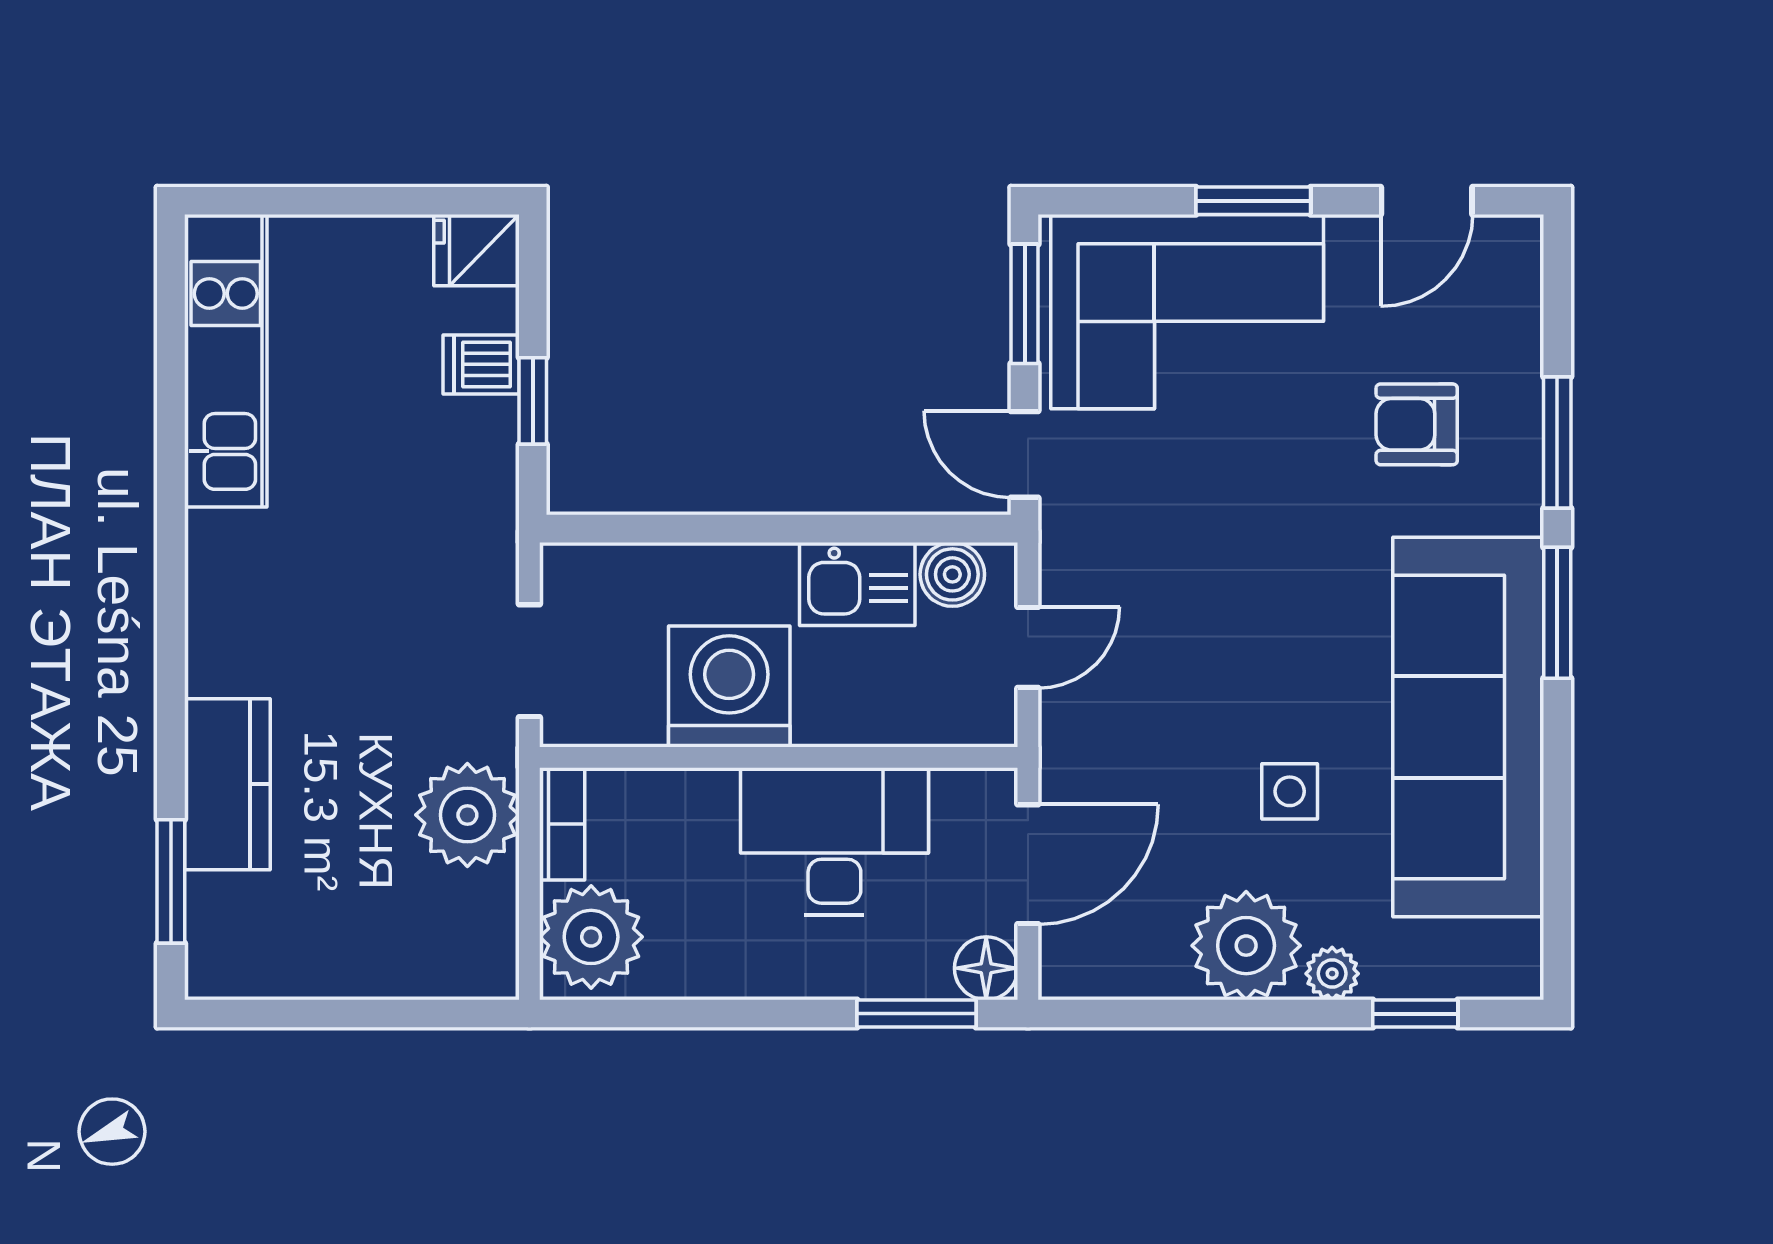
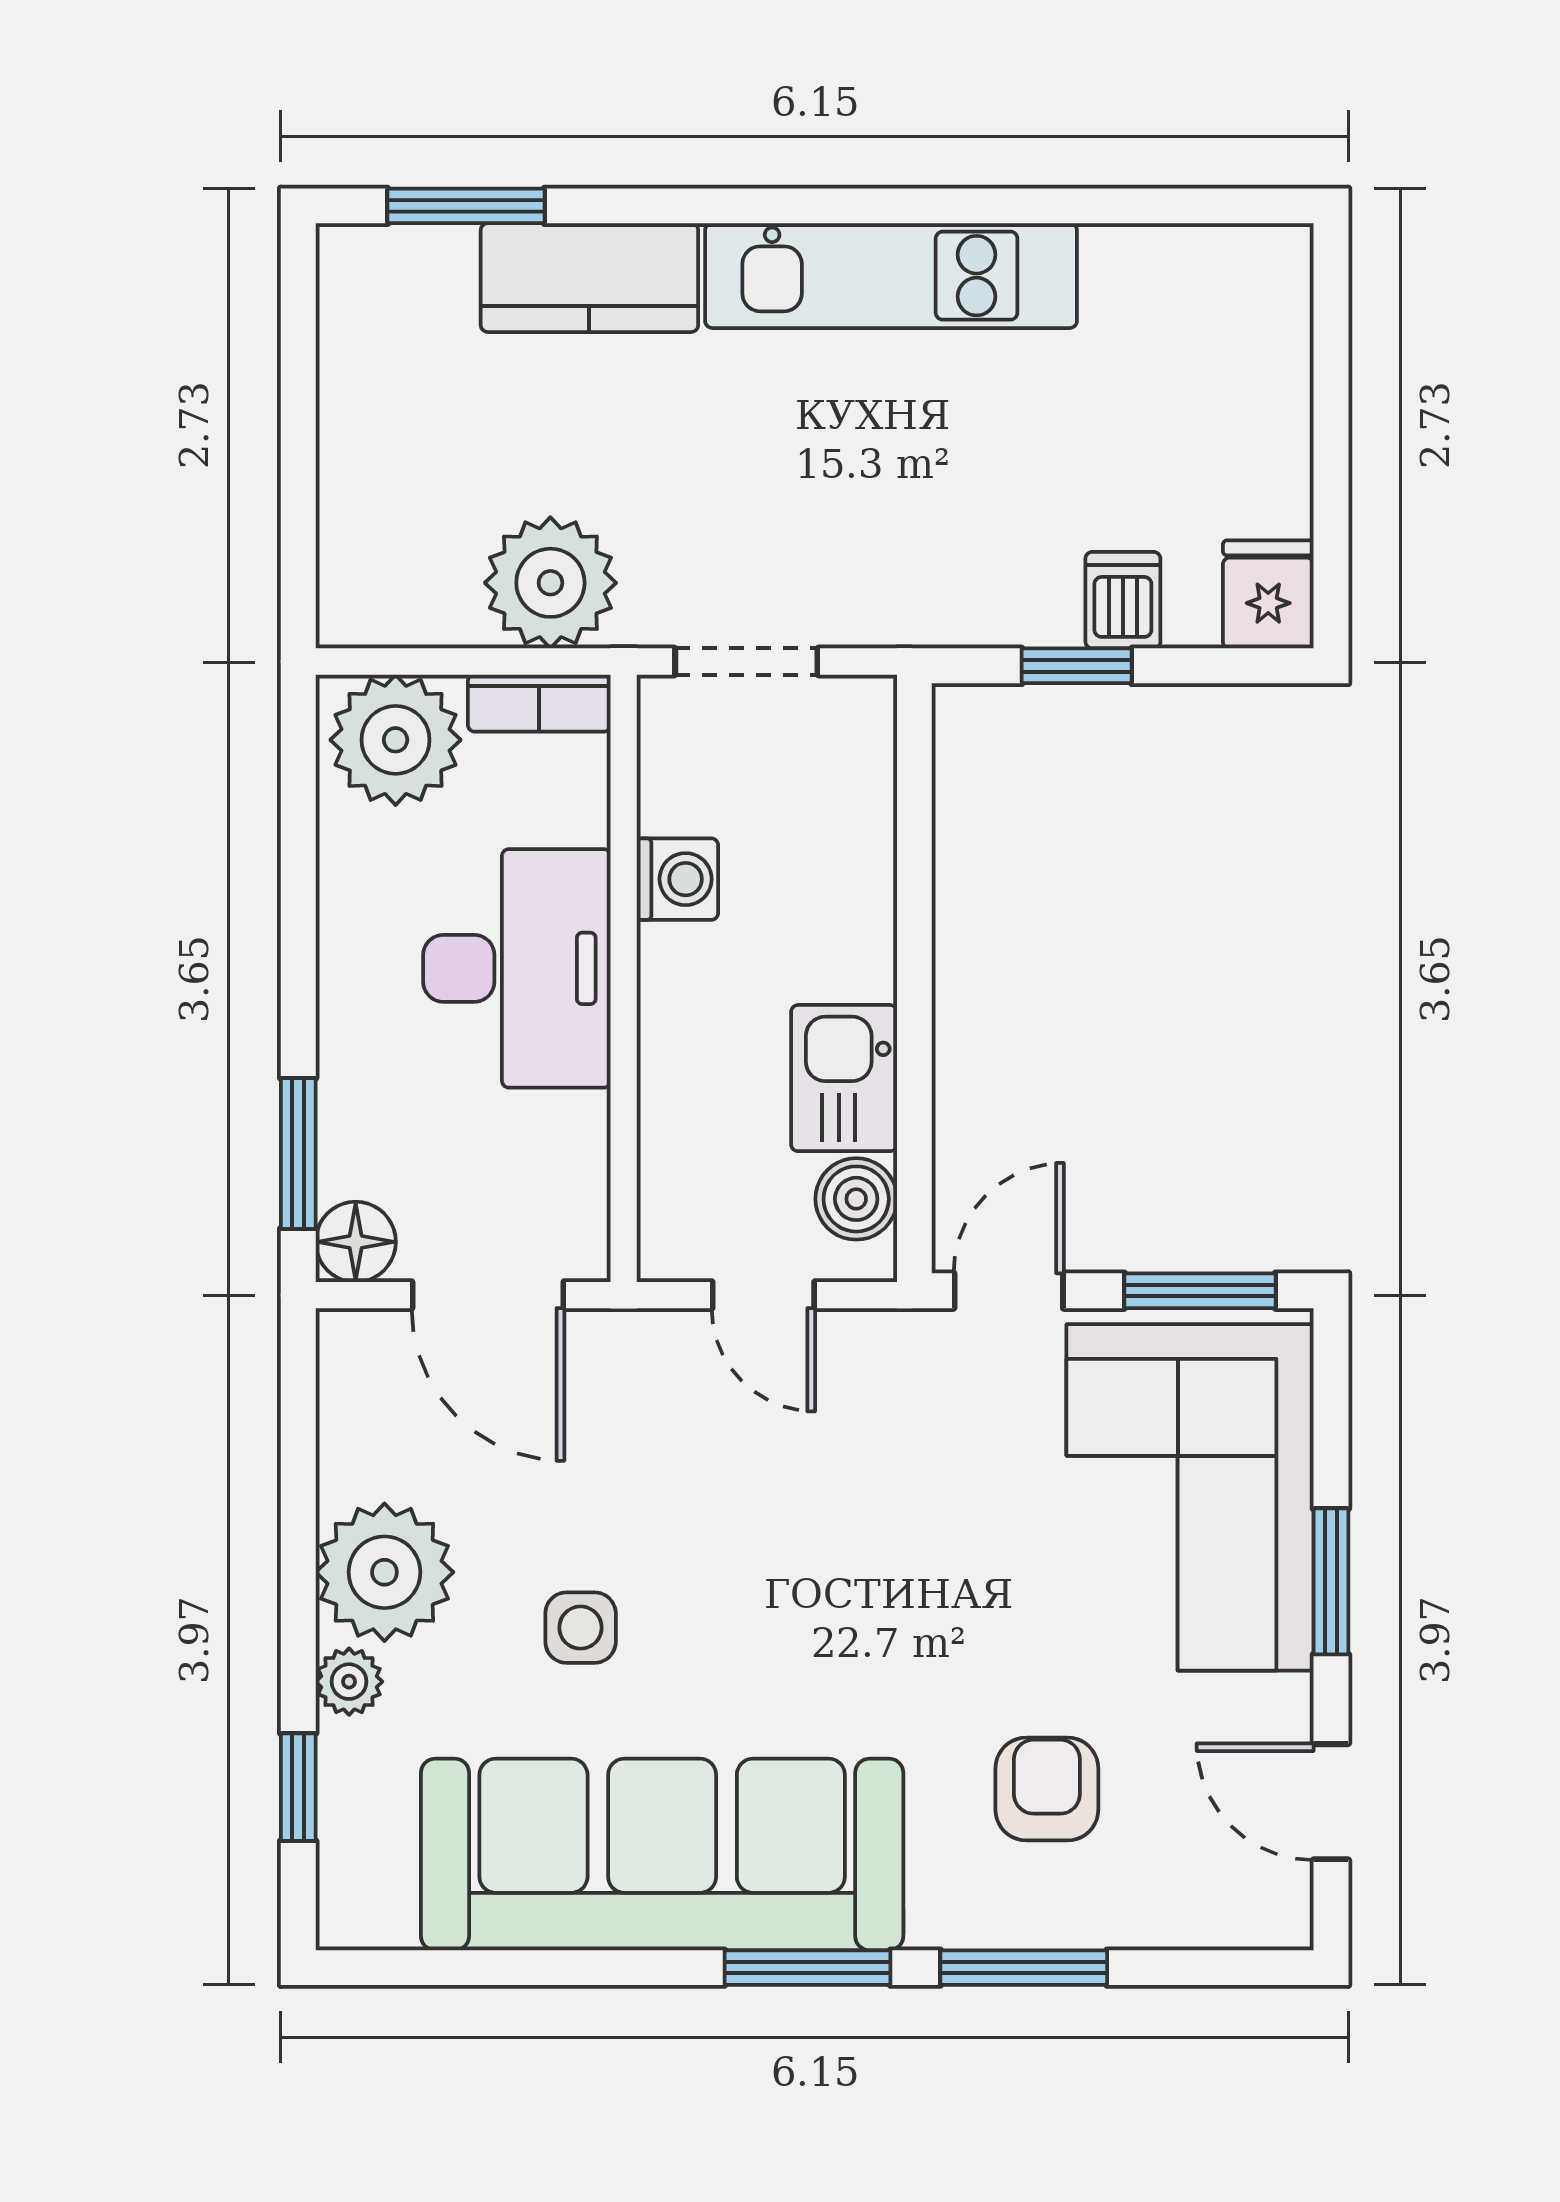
kitchen unit: (226, 361) -> (891, 276), moved
washing machine: (729, 687) -> (677, 879), width x0.53, depth x0.53
desk: (834, 841) -> (517, 968), moved

